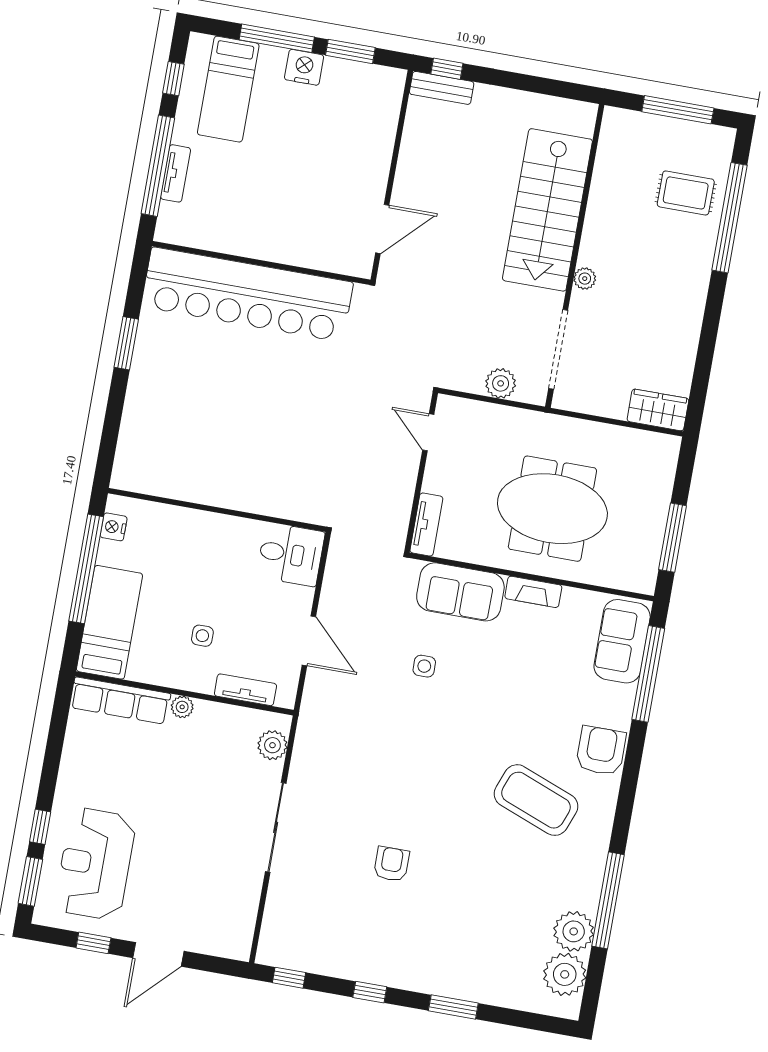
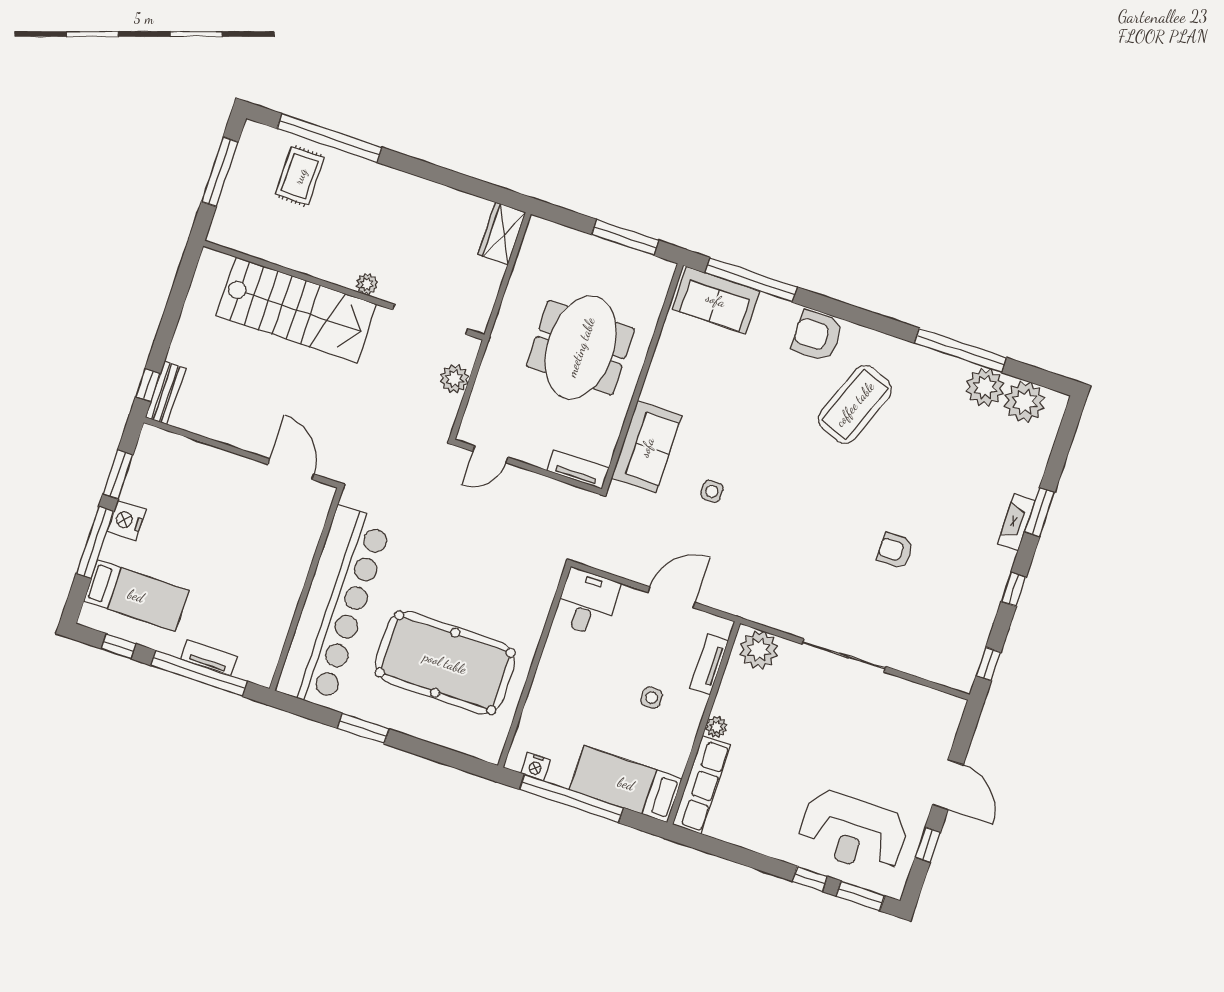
pool table: (207, 418) -> (445, 663), added
fireplace: (533, 592) -> (1016, 522), moved, turned 180
plant: (272, 745) -> (759, 650), width x1.36, depth x1.36

